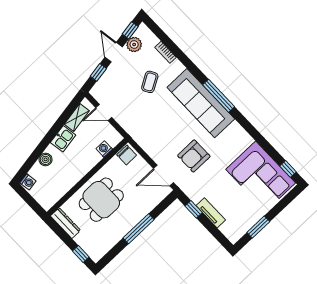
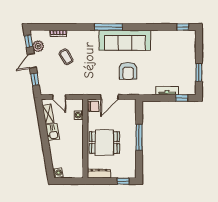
door: (114, 52) -> (32, 61), hinge flipped
sofa: (201, 103) -> (125, 40), moved
door: (104, 113) -> (59, 97), hinge flipped
boiler: (46, 159) -> (55, 152), removed
door: (164, 176) -> (109, 97), moved
corner sofa: (261, 176) -> (173, 45), removed
dining table: (101, 200) -> (104, 143), turned 90
window: (194, 209) -> (182, 98), moved

